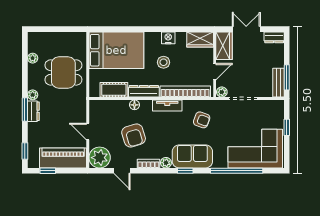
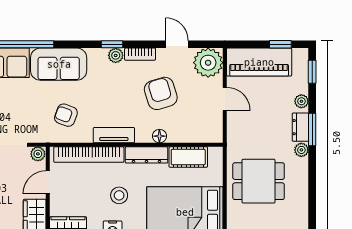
plant: (33, 58) -> (301, 101), moved
sofa: (192, 156) -> (59, 64), moved
window: (185, 171) -> (112, 44), moved

